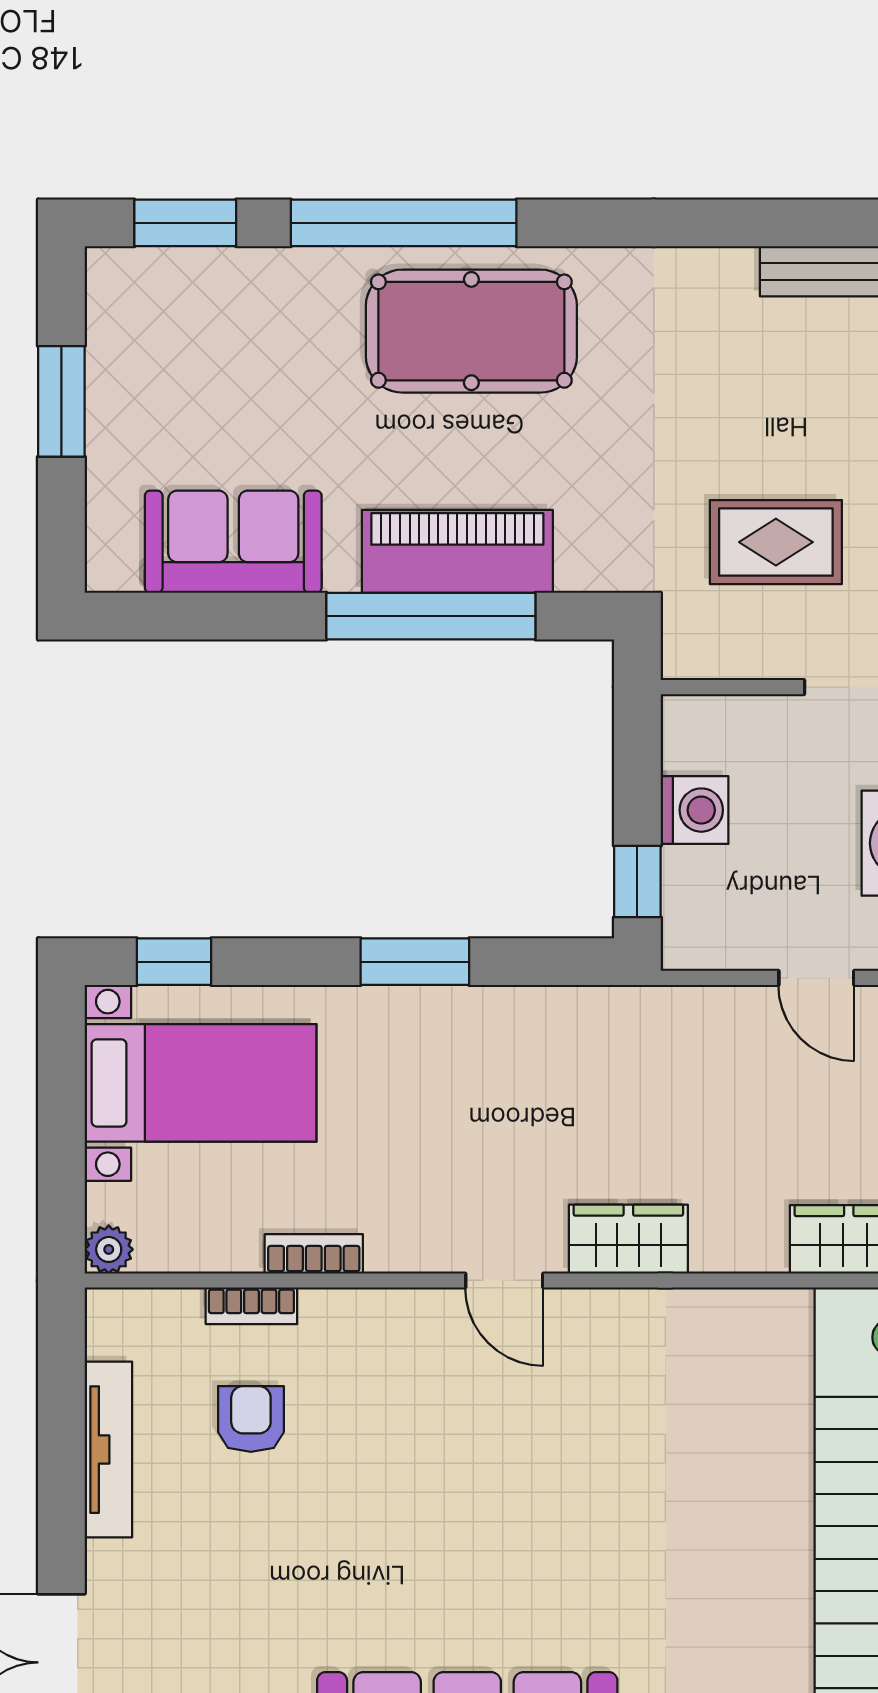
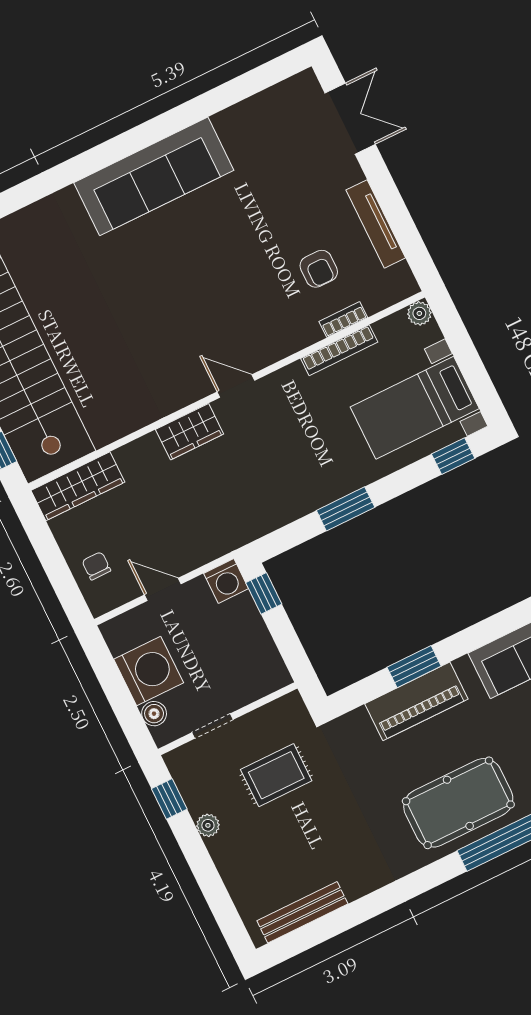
window: (431, 616) -> (414, 667), width x0.47
washing machine: (695, 810) -> (226, 581), moved, turned -90
bookcase: (314, 1254) -> (339, 350), width x1.56

